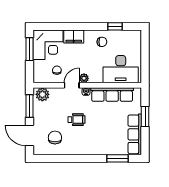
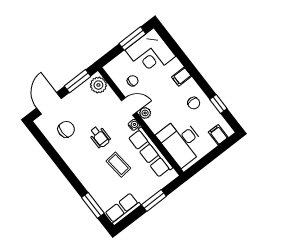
filing cabinet: (74, 36) -> (181, 77), width x0.50
filing cabinet: (135, 42) -> (218, 135), added
coffee table: (104, 121) -> (118, 165), added
row of seats: (135, 134) -> (123, 209), width x0.68

